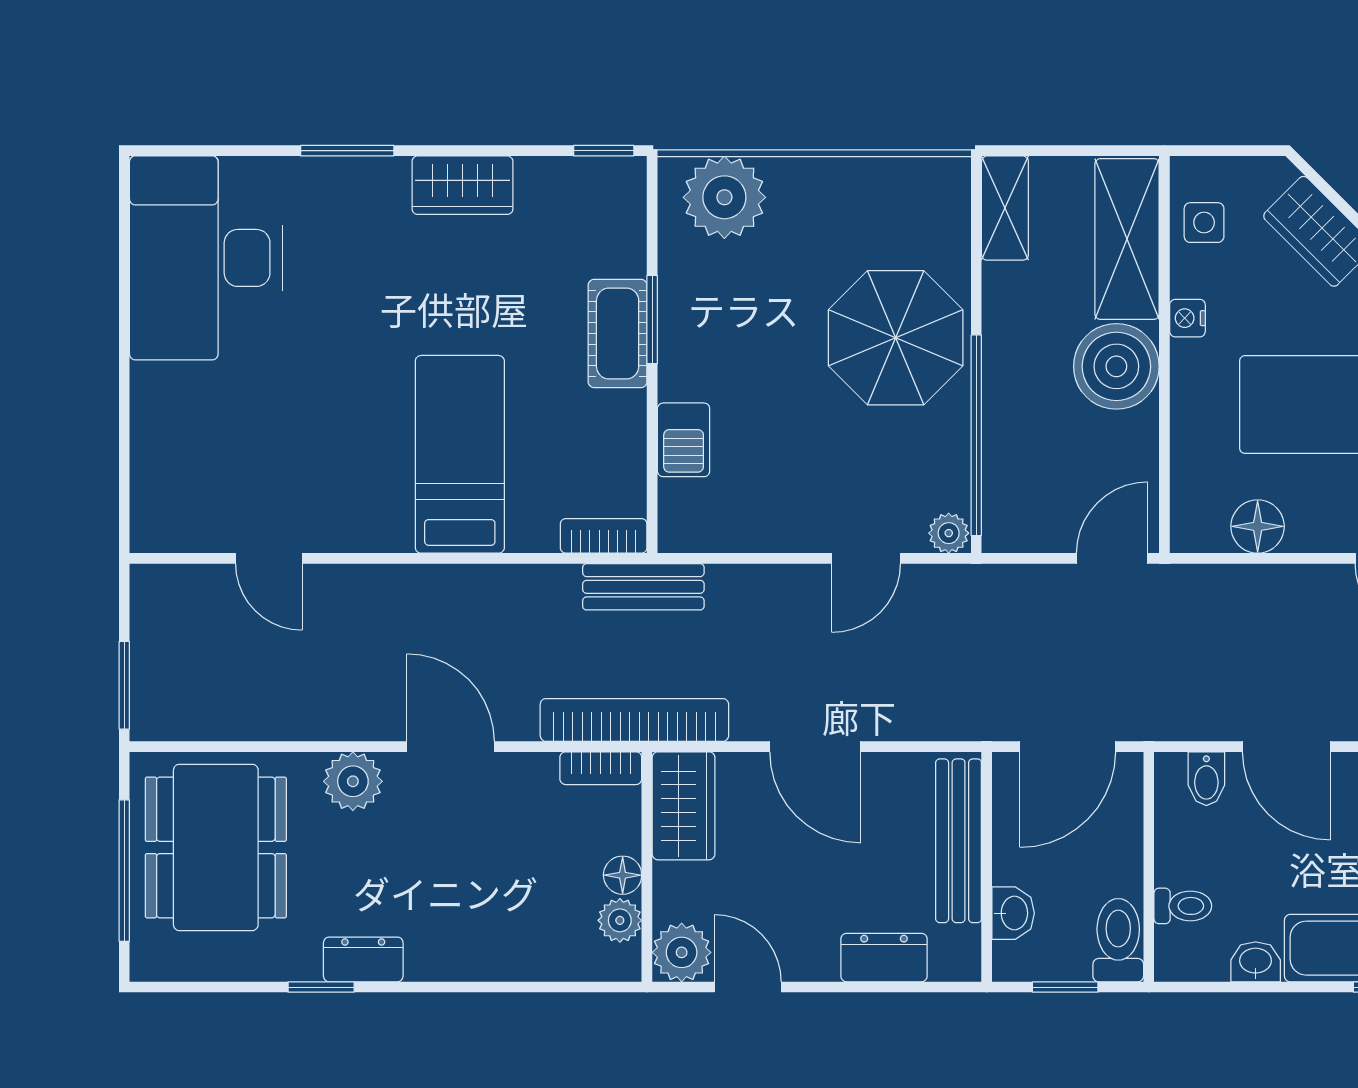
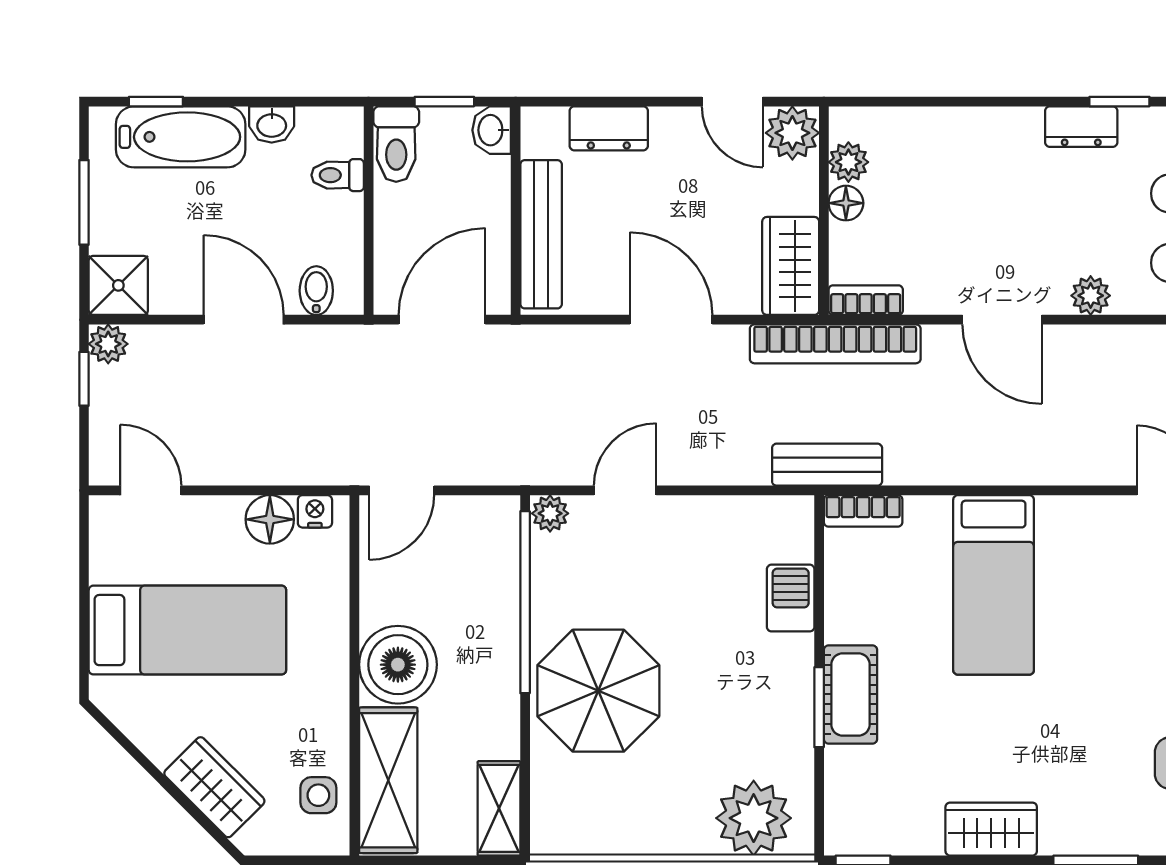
nightstand: (1187, 318) -> (315, 511), moved, turned -90
plant: (353, 781) -> (1091, 296), width x0.73, depth x0.73
washbasin: (1013, 913) -> (492, 130), moved

